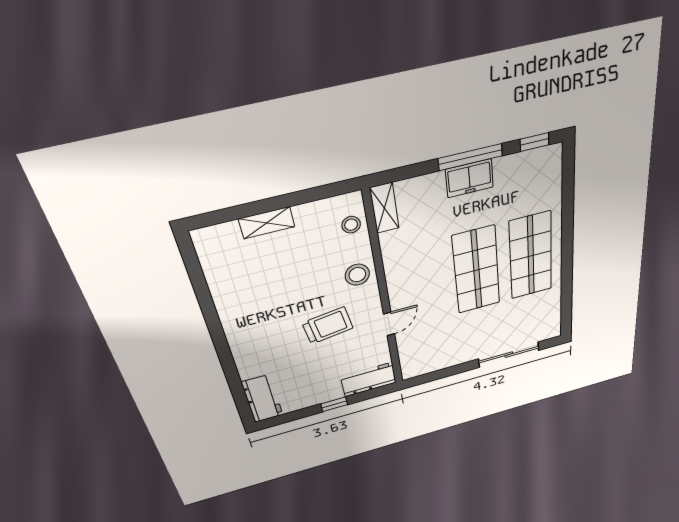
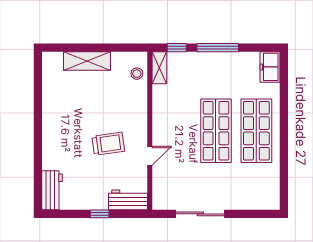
window: (535, 142) -> (177, 48), moved
freezer: (469, 178) -> (270, 67), moved, turned 90
shelving: (267, 223) -> (87, 61), width x1.50, depth x1.33
stool: (357, 275) -> (135, 110), removed
sliding door: (509, 355) -> (200, 214), moved

